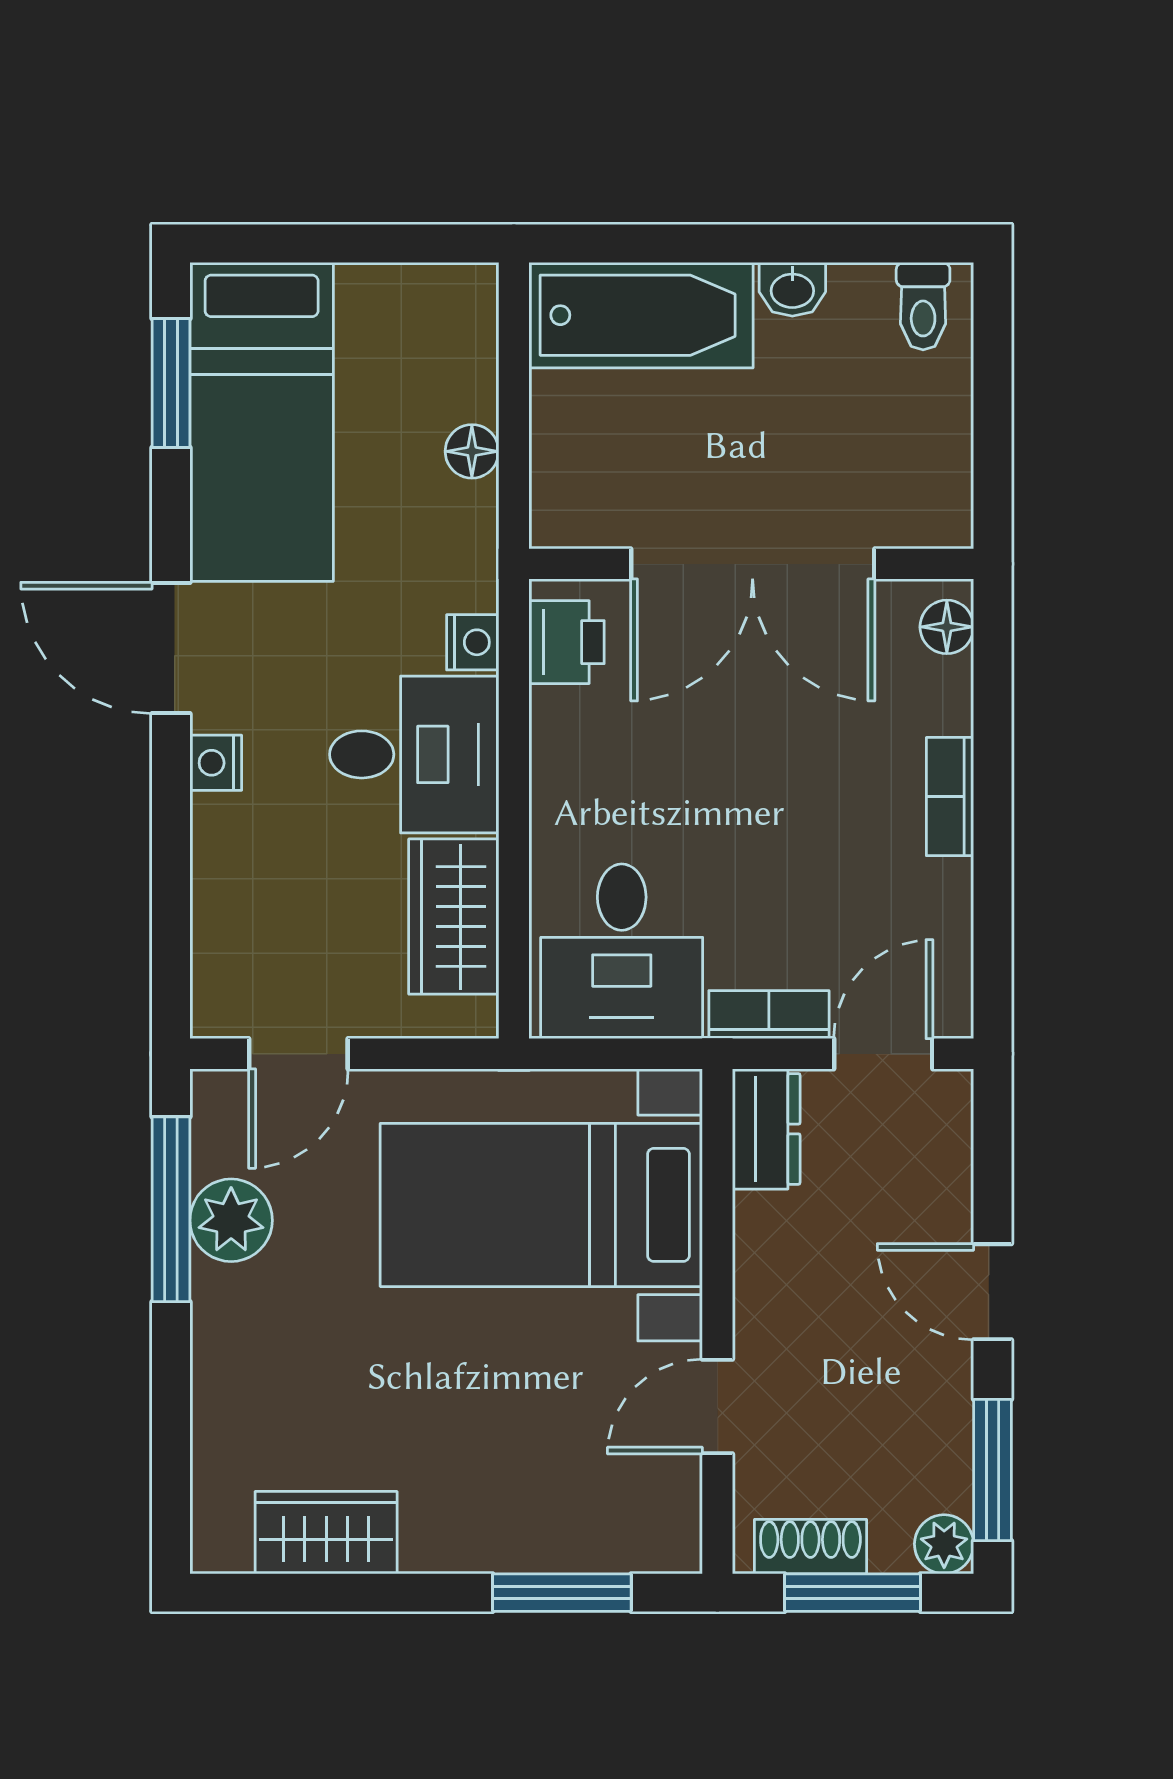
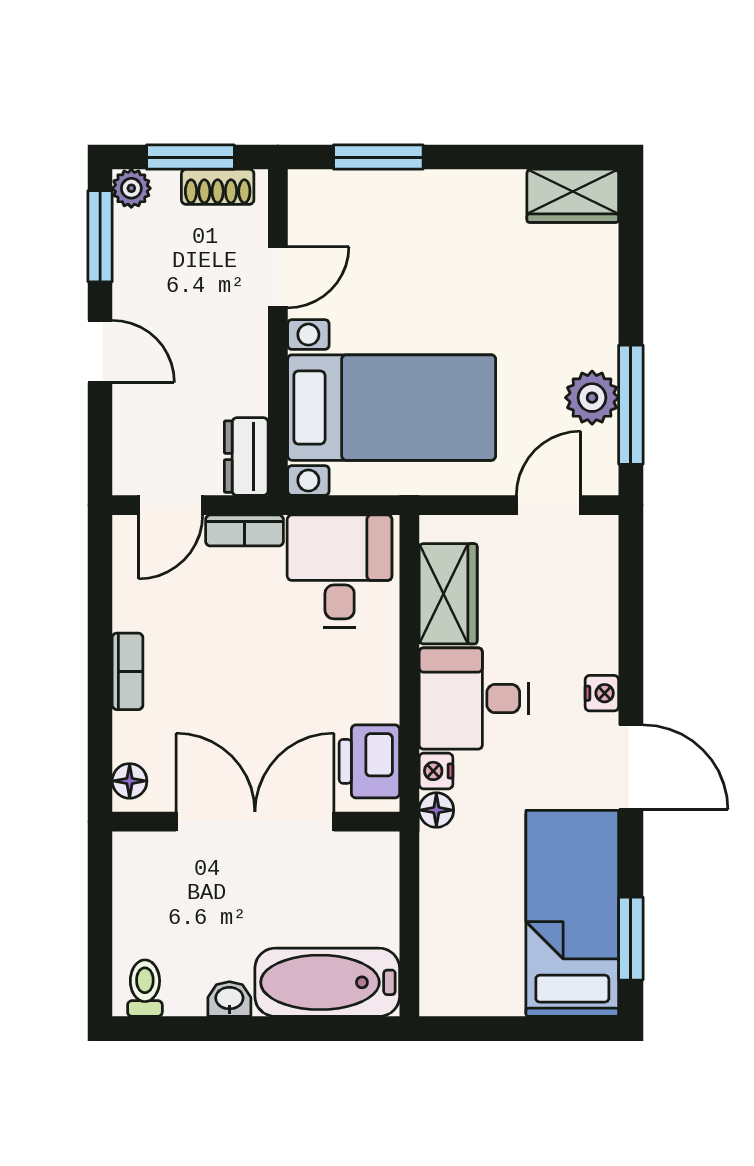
floor lamp: (472, 451) -> (436, 810), moved
printer: (567, 642) -> (369, 761), width x1.36, depth x1.24
wardrobe: (326, 1533) -> (573, 196), moved

